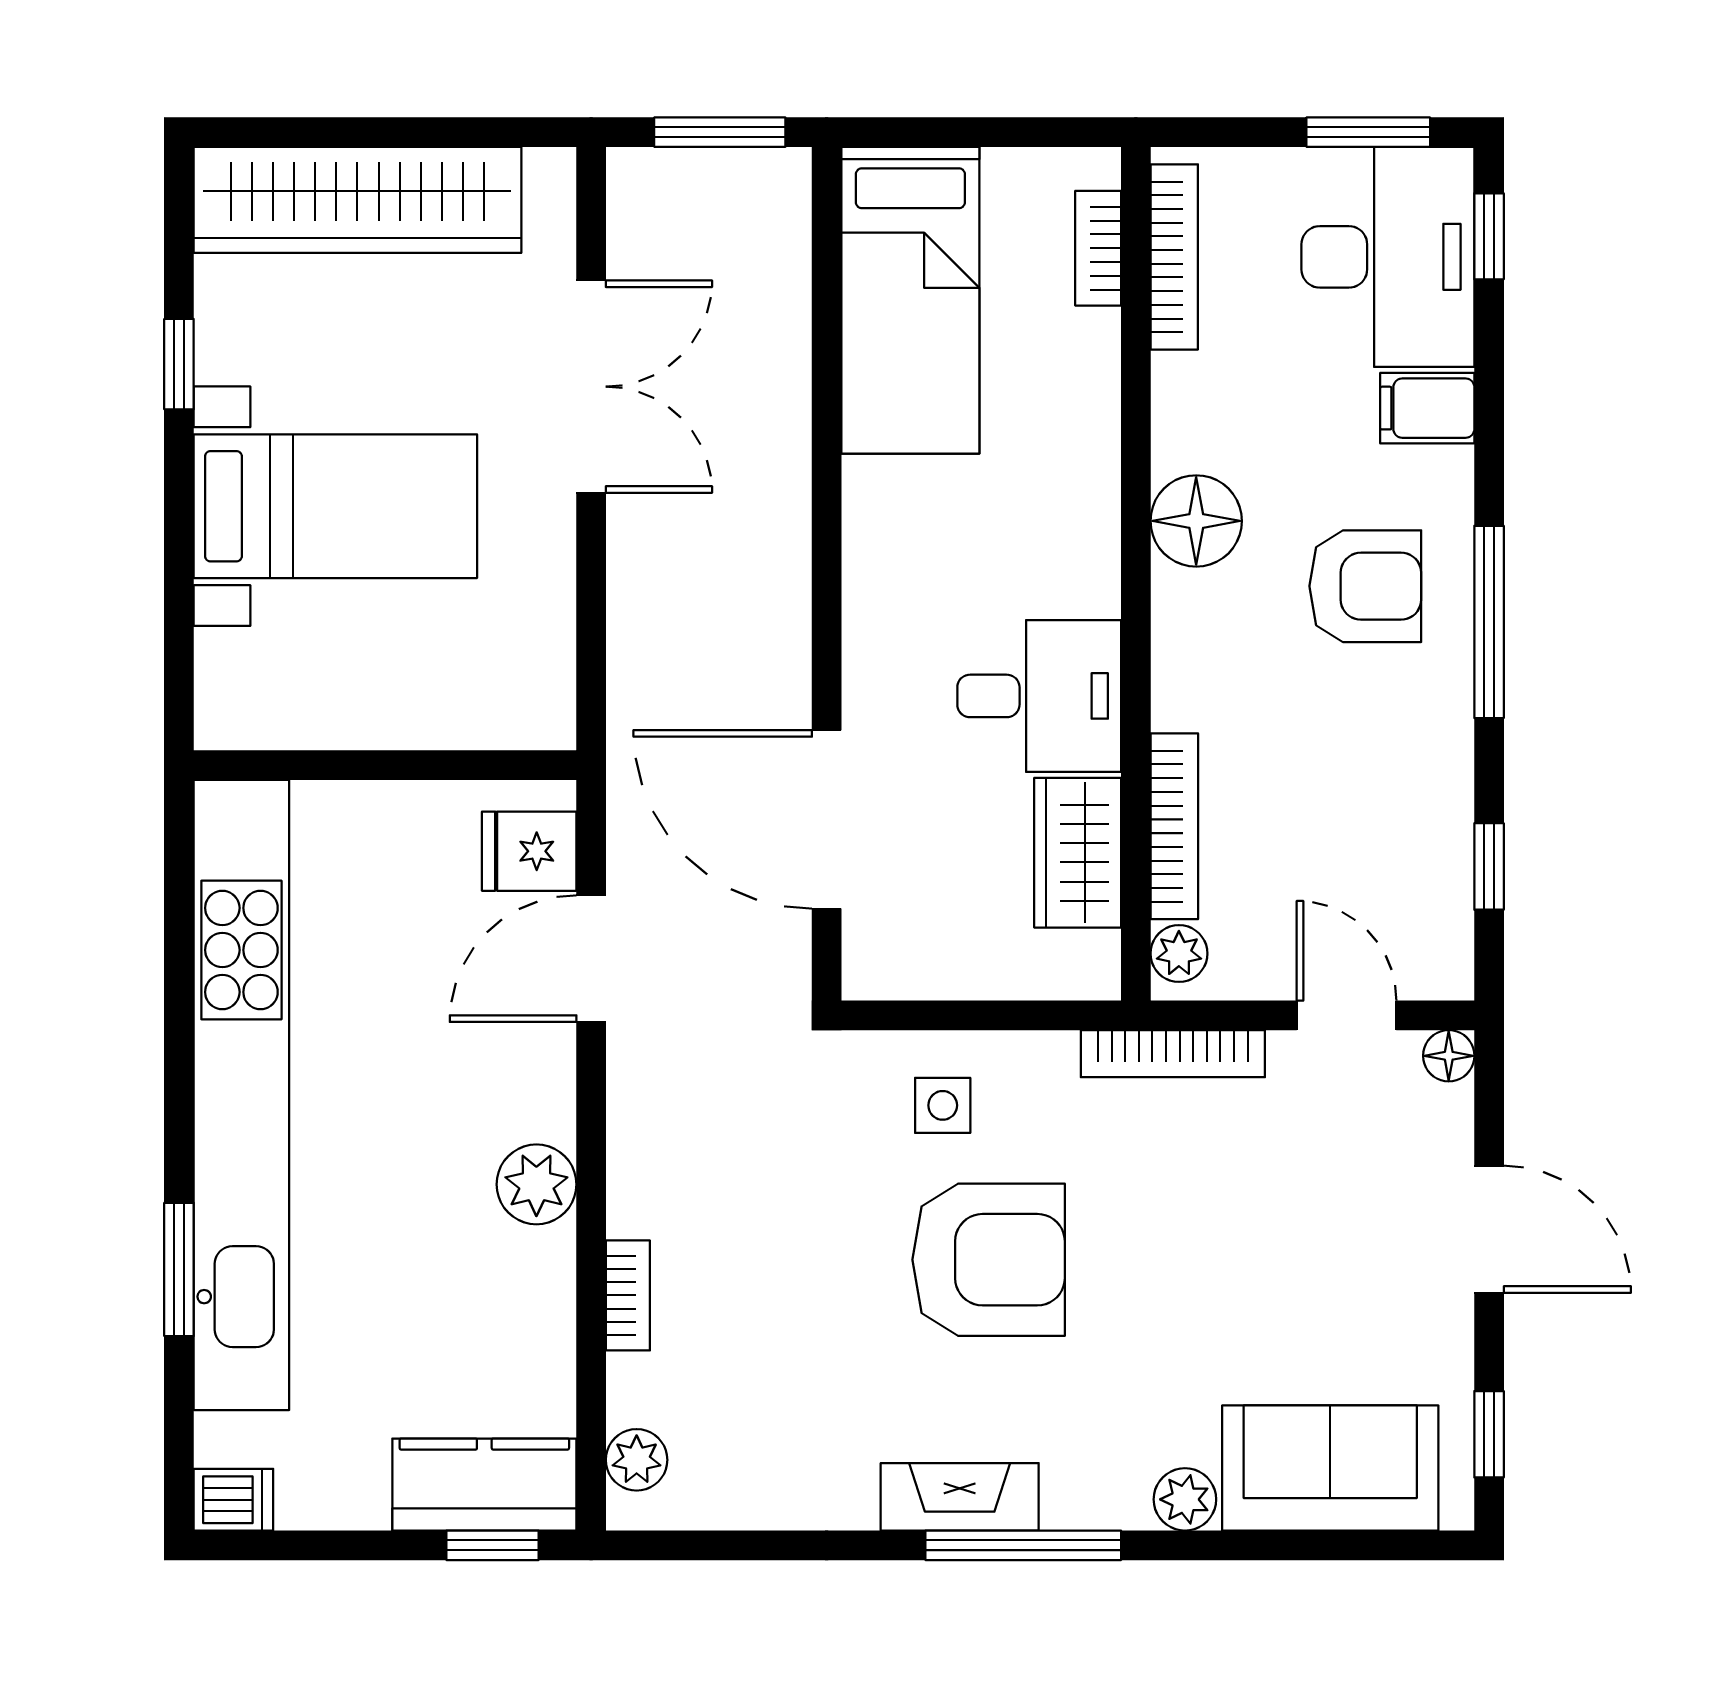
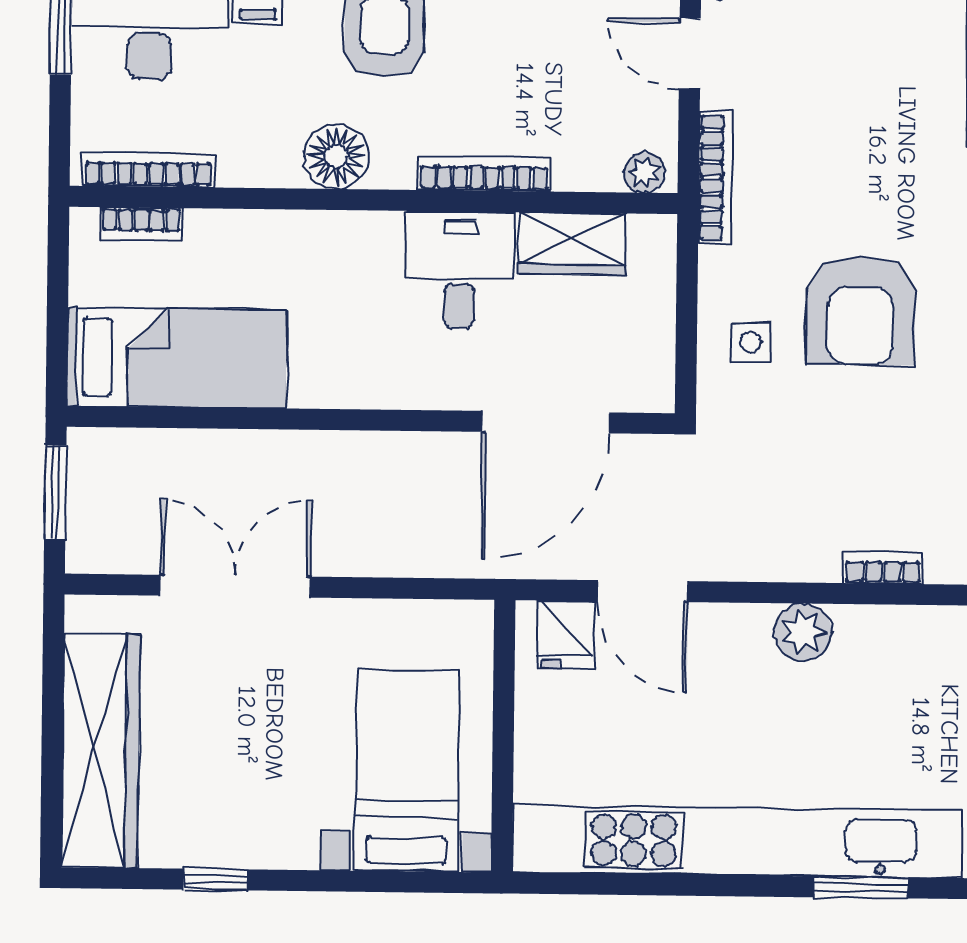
bed with nightstands: (335, 506) -> (407, 770), moved
bookcase: (1174, 826) -> (484, 174), moved
door: (1347, 1015) -> (690, 54), hinge flipped
armchair: (989, 1260) -> (861, 311), turned 180

